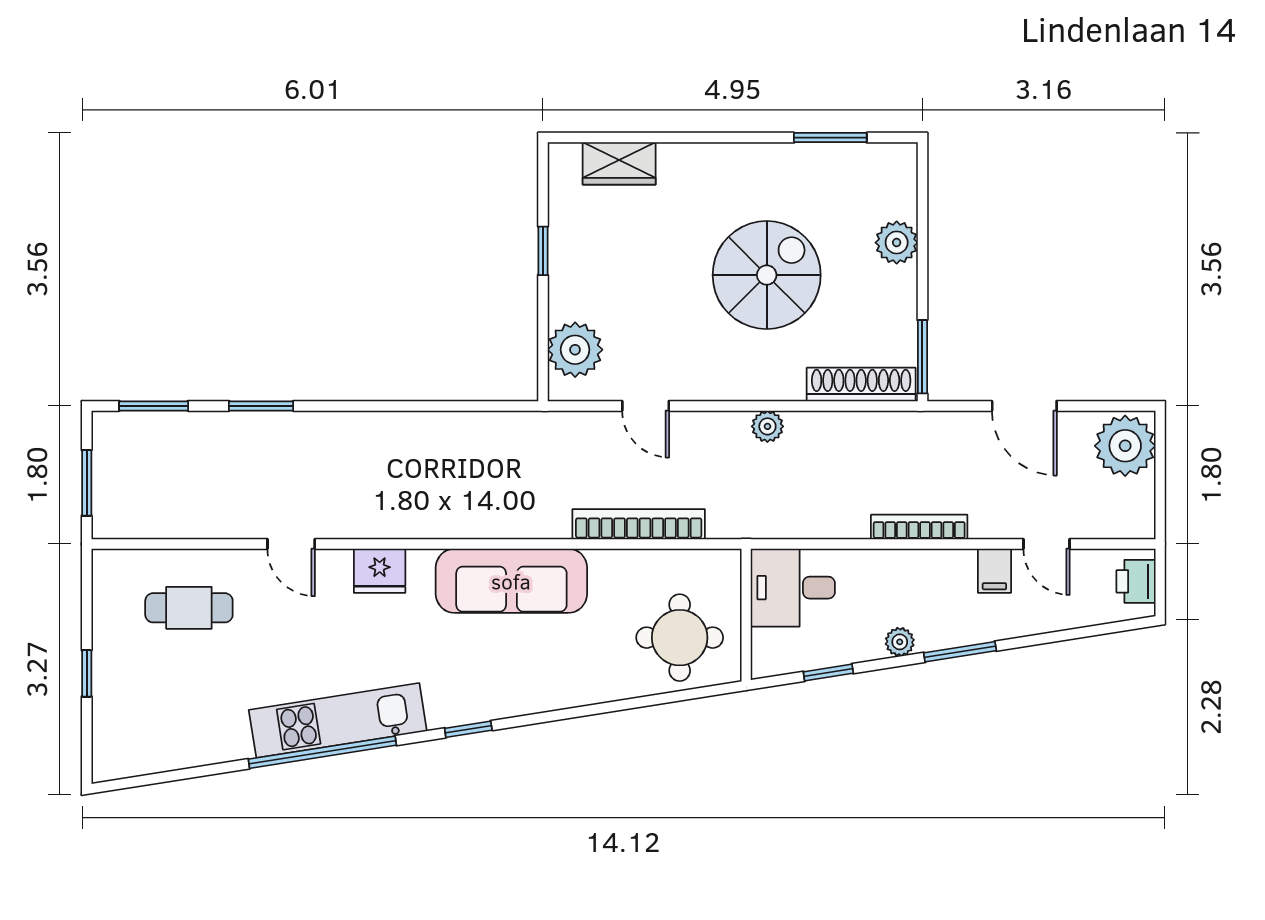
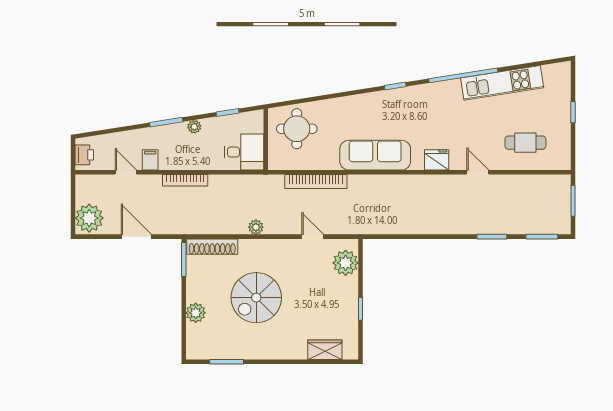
kitchen unit: (338, 720) -> (502, 83), moved

